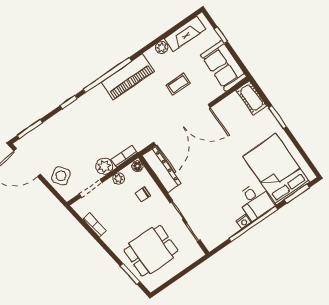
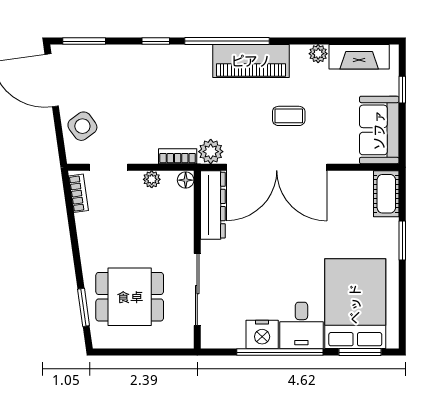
coffee table: (178, 84) -> (289, 116), moved
plant: (104, 166) -> (211, 152), moved
chair: (143, 194) -> (168, 220), removed
nightstand: (244, 222) -> (262, 334), width x1.89, depth x1.79
bookcase: (95, 225) -> (78, 193), moved

